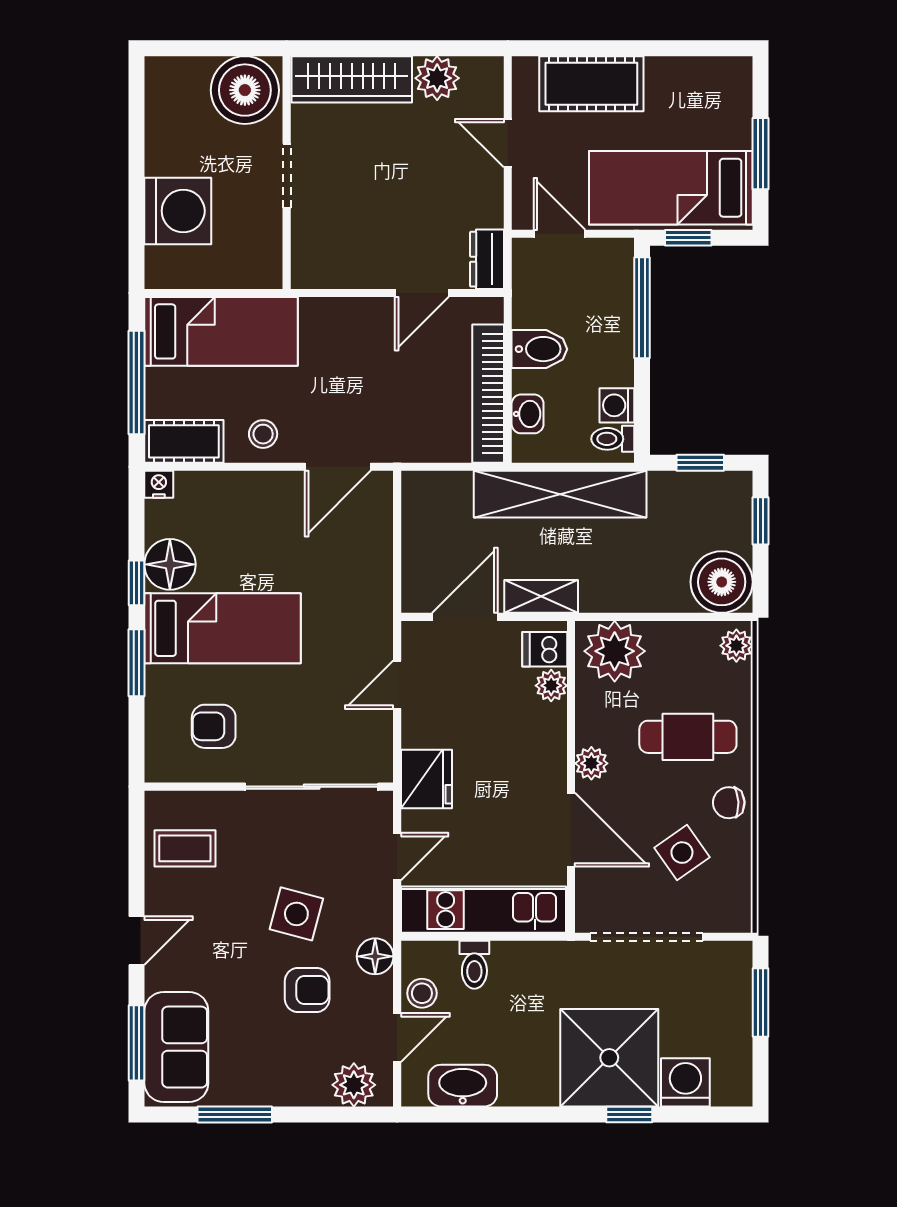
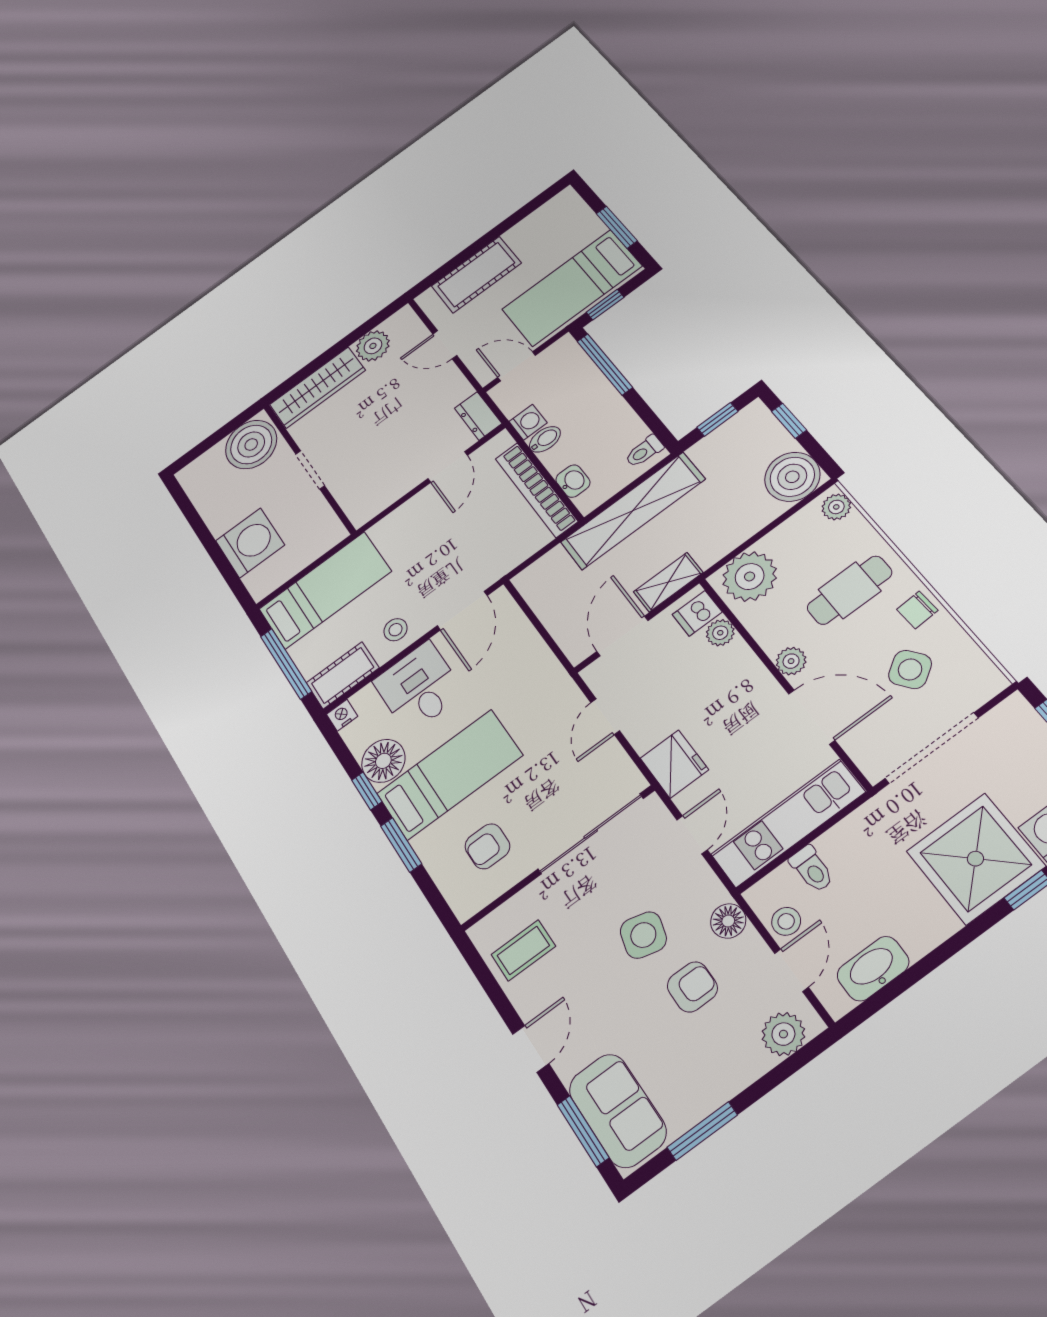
bidet: (539, 349) -> (545, 439), width x0.72, depth x0.74
washing machine: (617, 405) -> (528, 422), moved, turned 180
desk: (248, 515) -> (419, 687), added

